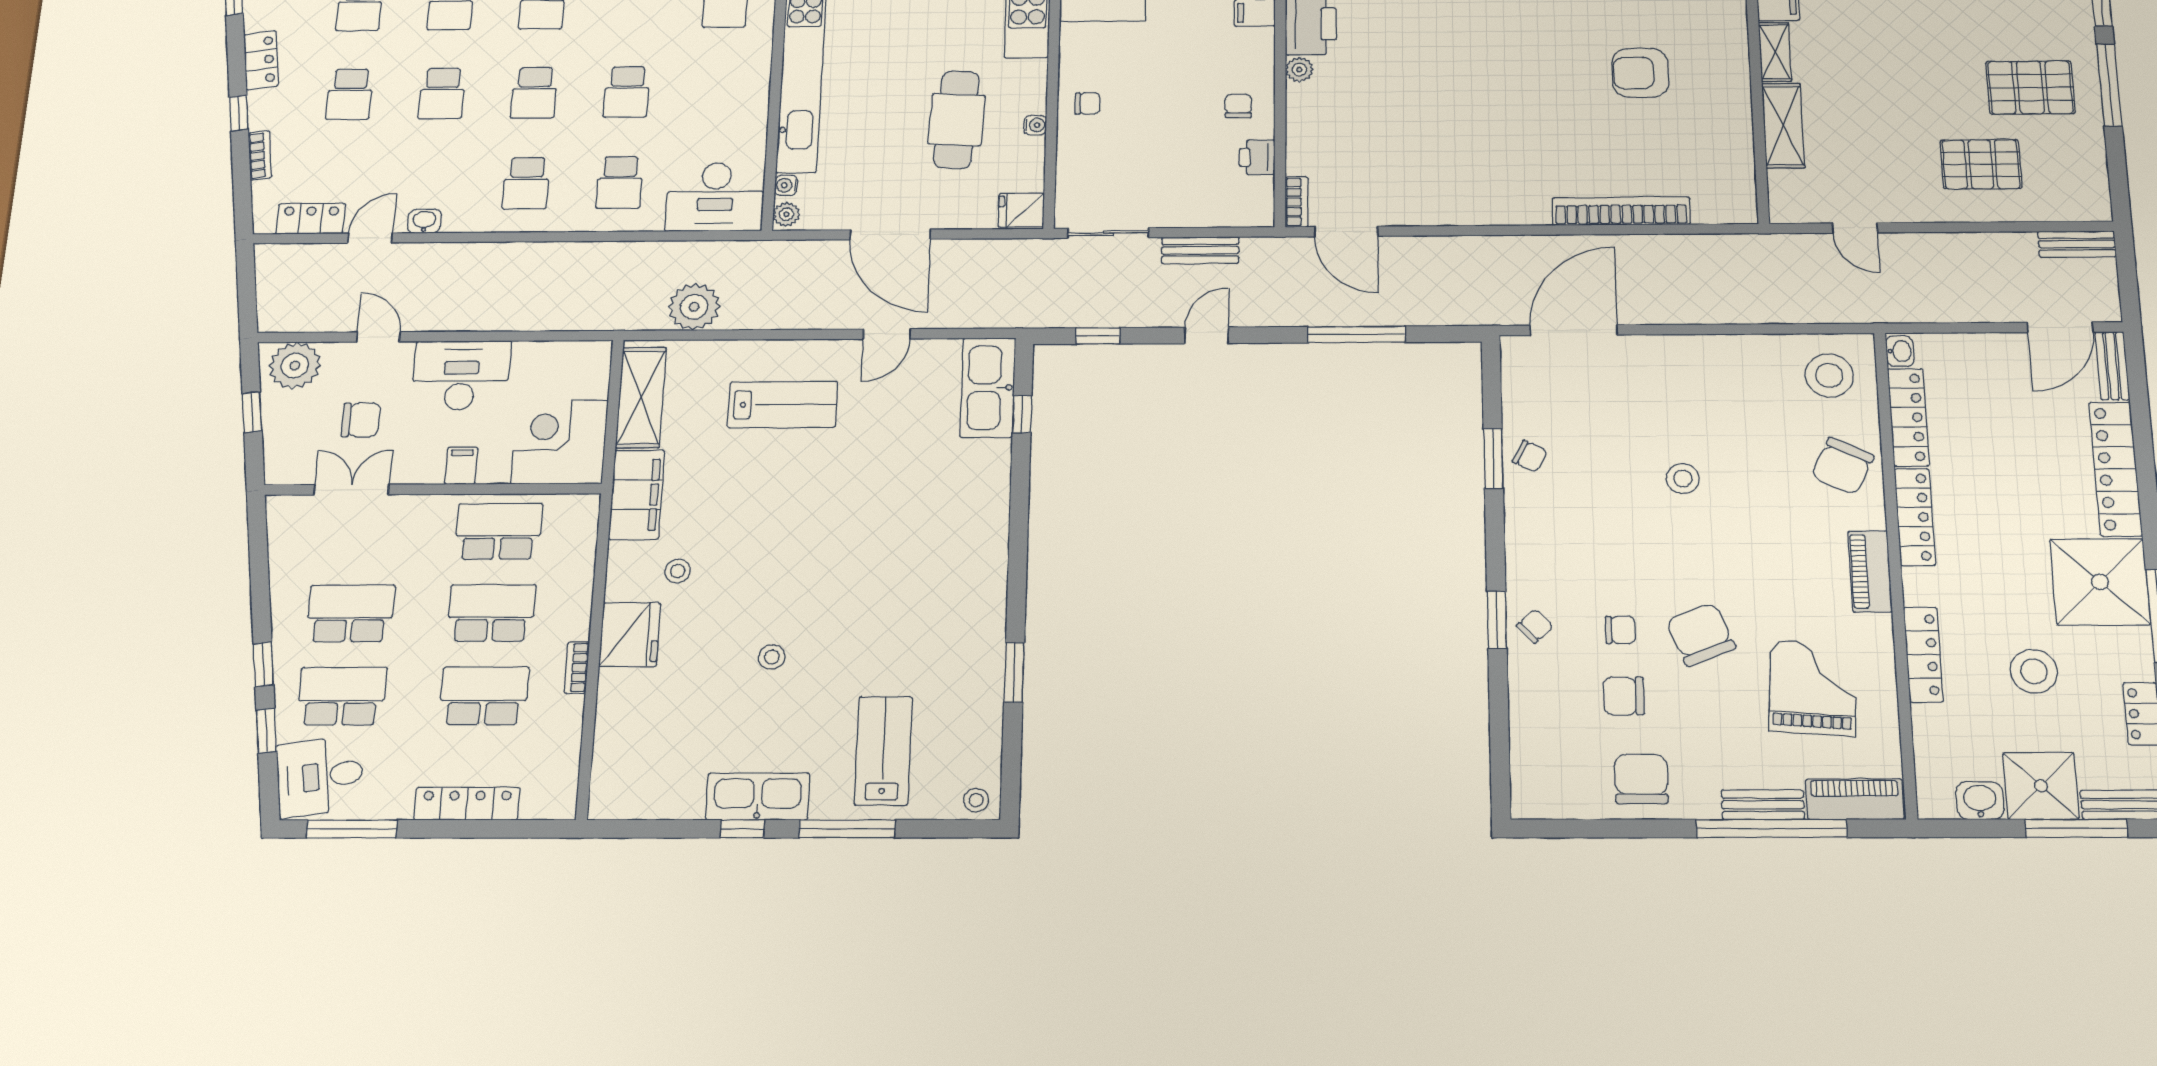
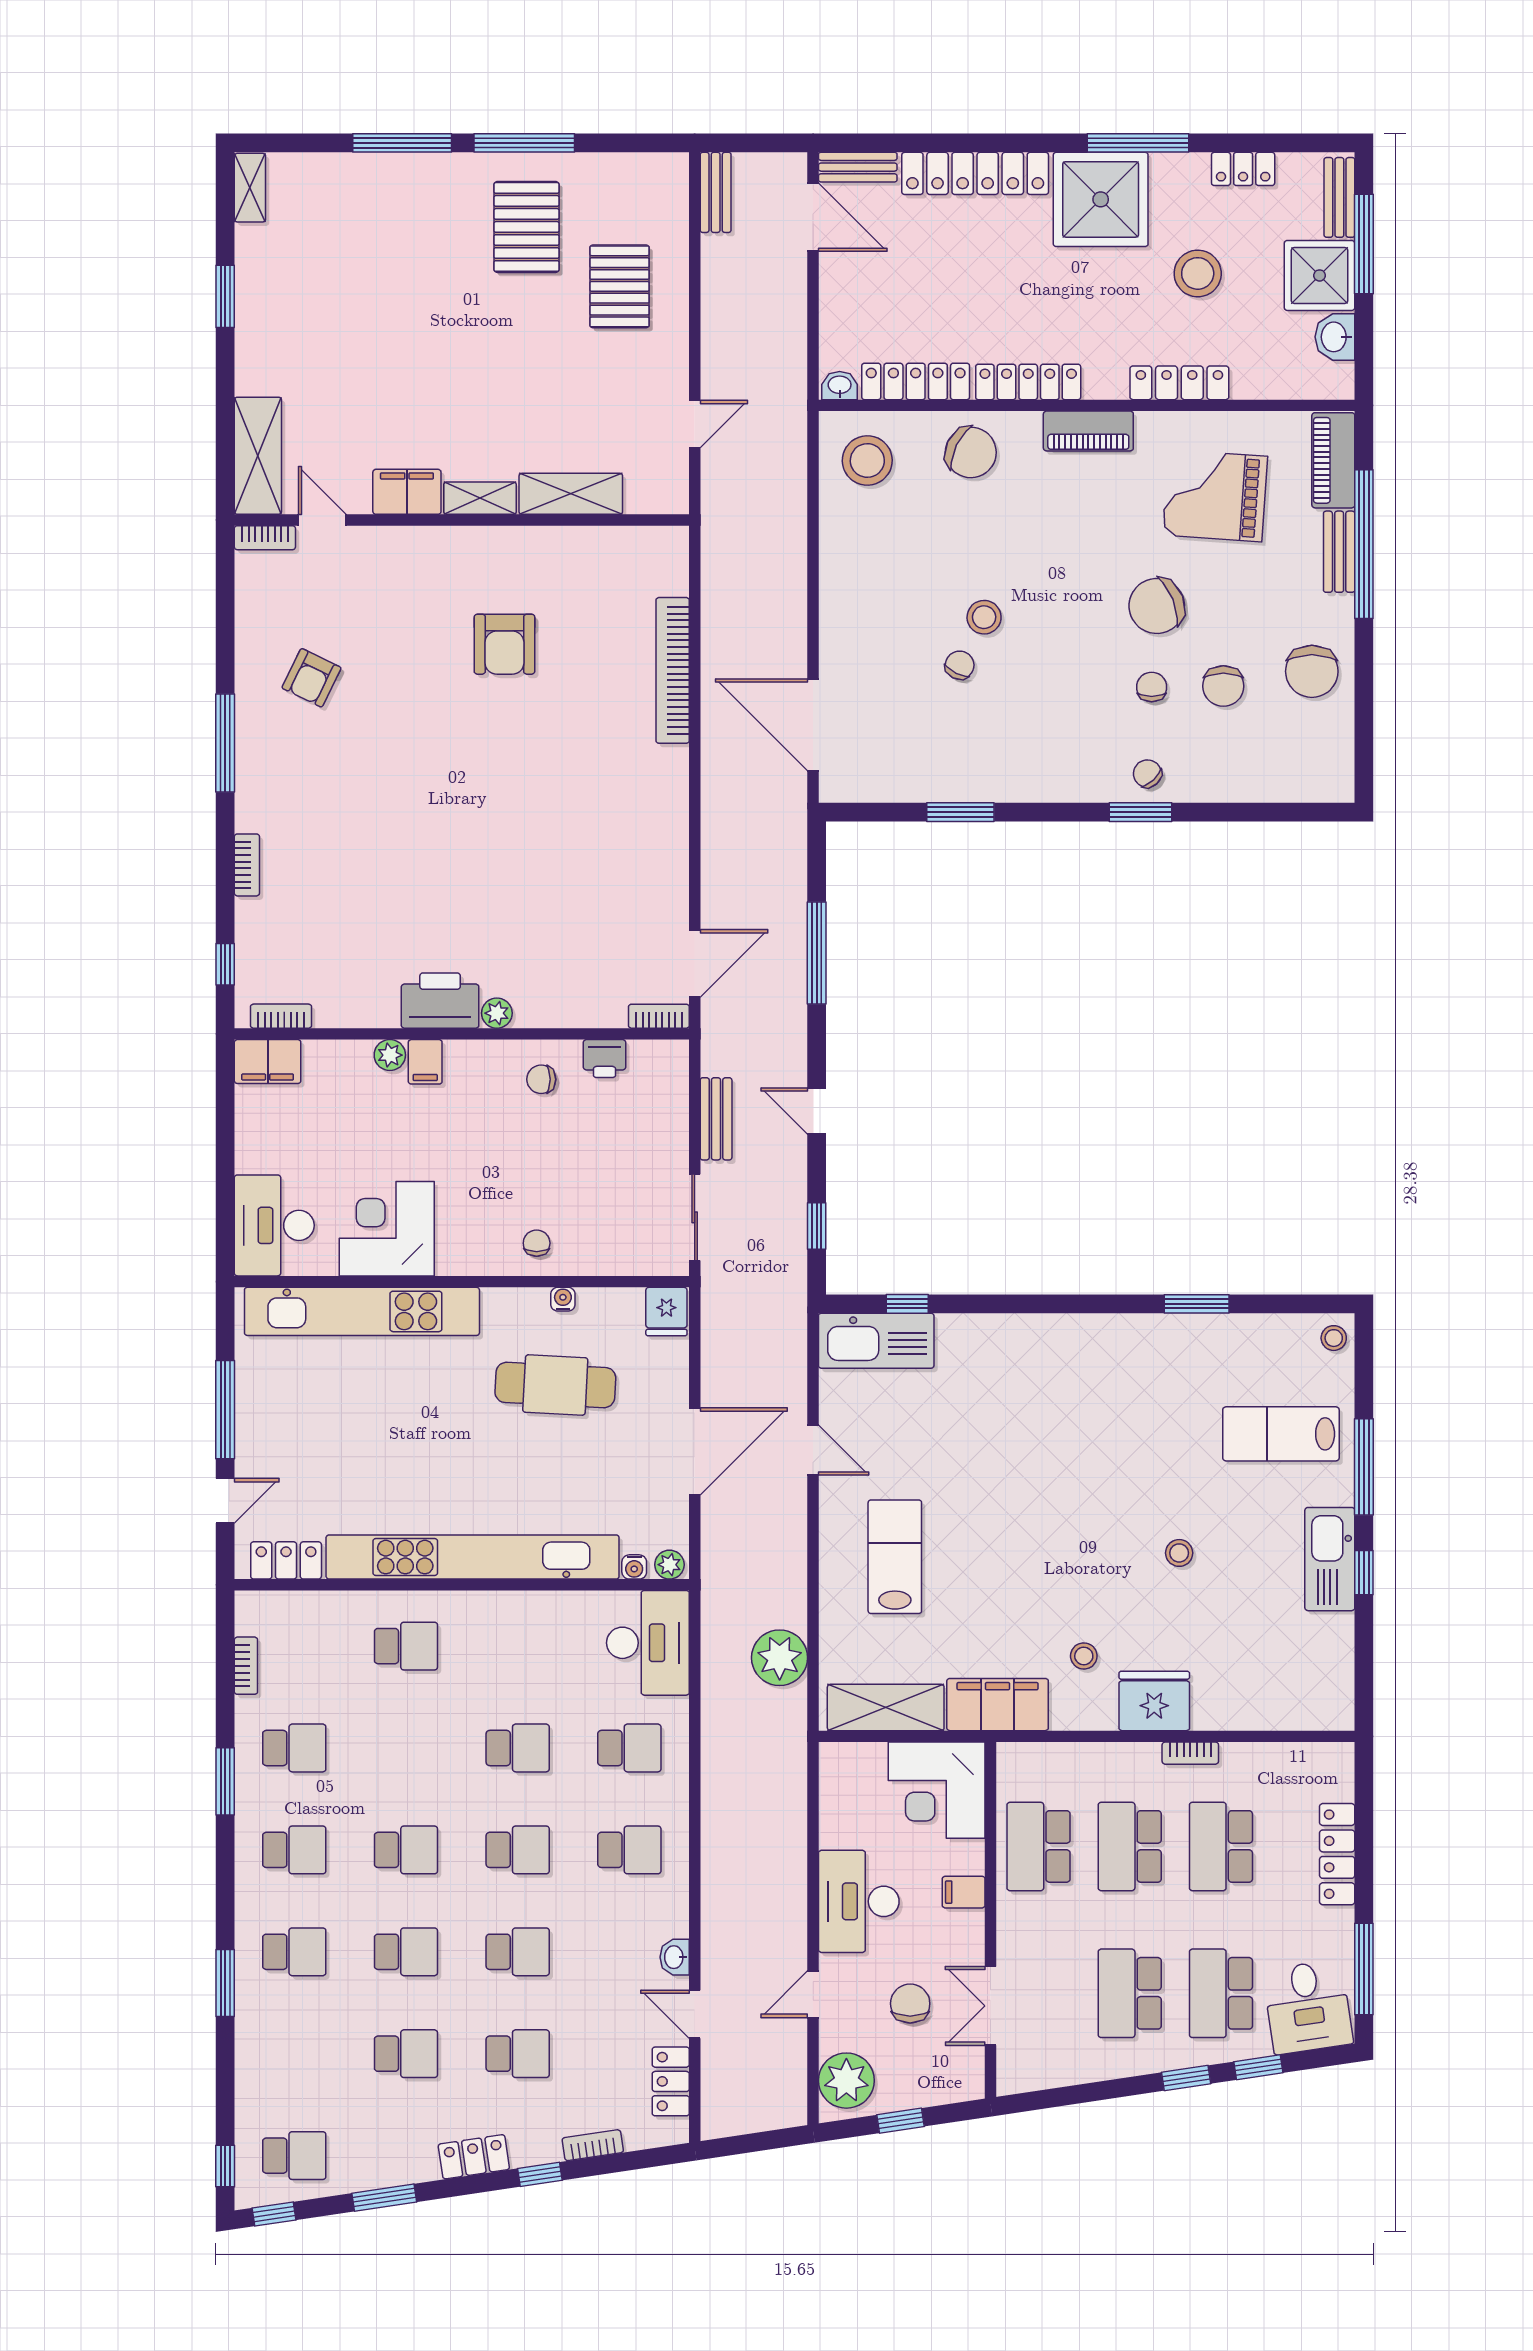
chair: (1530, 456) -> (960, 665), moved
chair: (1641, 779) -> (1312, 671), turned -90

